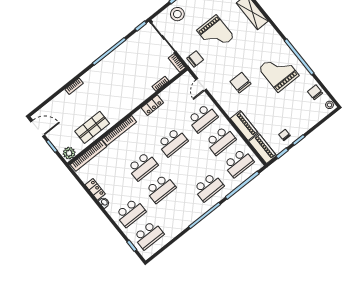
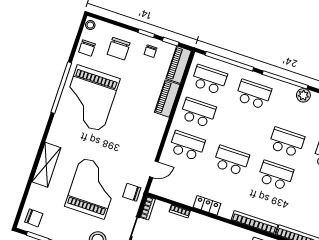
grand piano: (215, 34) -> (93, 188), width x1.37, depth x1.48
grand piano: (279, 72) -> (90, 98), width x1.37, depth x1.48
chair: (240, 83) -> (119, 49), moved
plant: (186, 221) -> (303, 95), added

